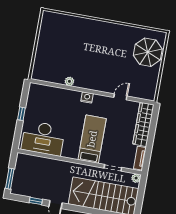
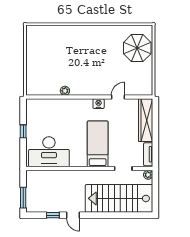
nightstand: (87, 97) -> (99, 104), moved

